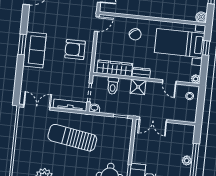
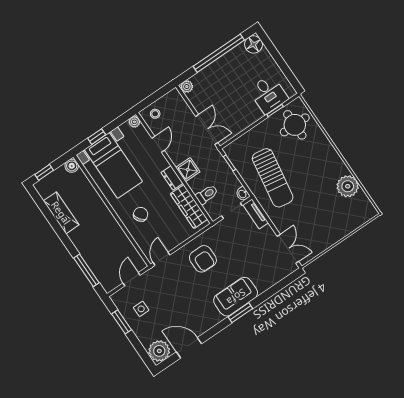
door: (97, 24) -> (162, 259), hinge flipped
tv unit: (70, 105) -> (256, 214), width x0.71
double door: (37, 107) -> (288, 249), swing flipped
sun lounger: (72, 138) -> (273, 178), moved
plant: (187, 161) -> (187, 87), moved

